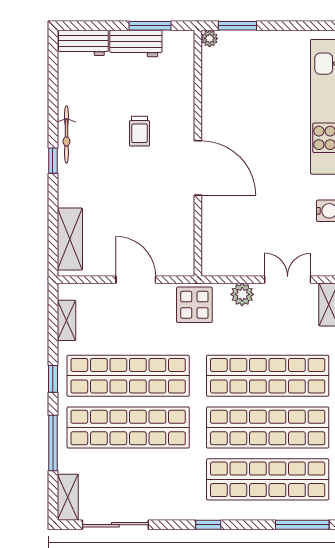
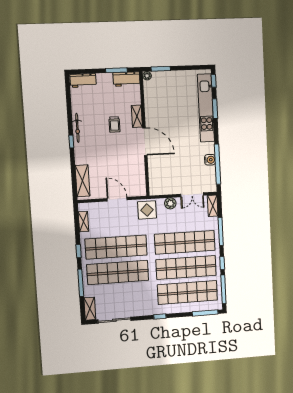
workbench: (136, 44) -> (127, 79), moved
shelving: (185, 117) -> (137, 116), added
double door: (288, 280) -> (192, 195), swing flipped

